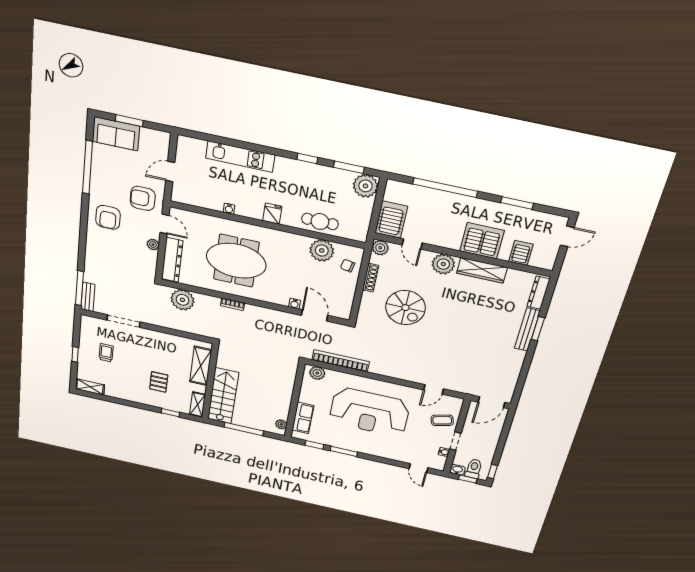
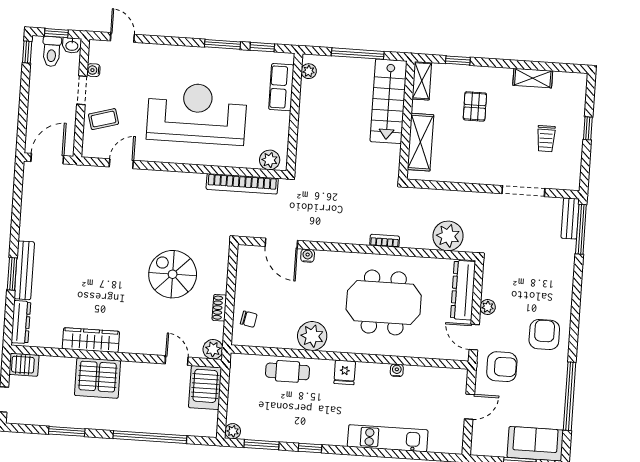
plant: (365, 186) -> (233, 431), width x0.53, depth x0.53
plant: (322, 250) -> (312, 336), moved
server rack: (521, 253) -> (24, 365), moved, turned -90
plant: (443, 264) -> (137, 341), removed
shoe rack: (371, 278) -> (219, 308), width x0.70
shelving: (90, 387) -> (533, 78), moved

